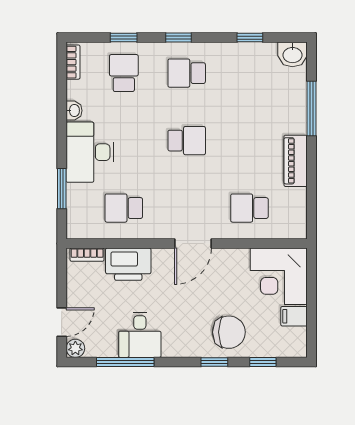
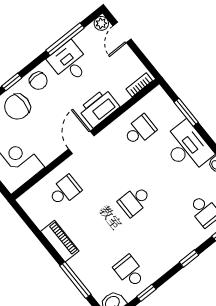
school desk: (187, 73) -> (129, 271), moved, turned -90
printer: (128, 264) -> (99, 108), moved
chair: (186, 341) -> (38, 81), added

